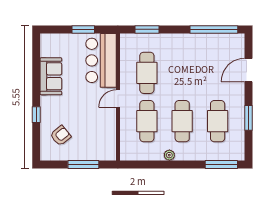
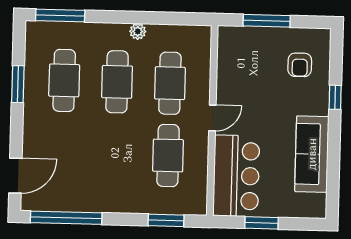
door: (248, 70) -> (15, 176), moved
sofa: (51, 76) -> (312, 154), width x1.36
armchair: (61, 136) -> (300, 65), turned -51

